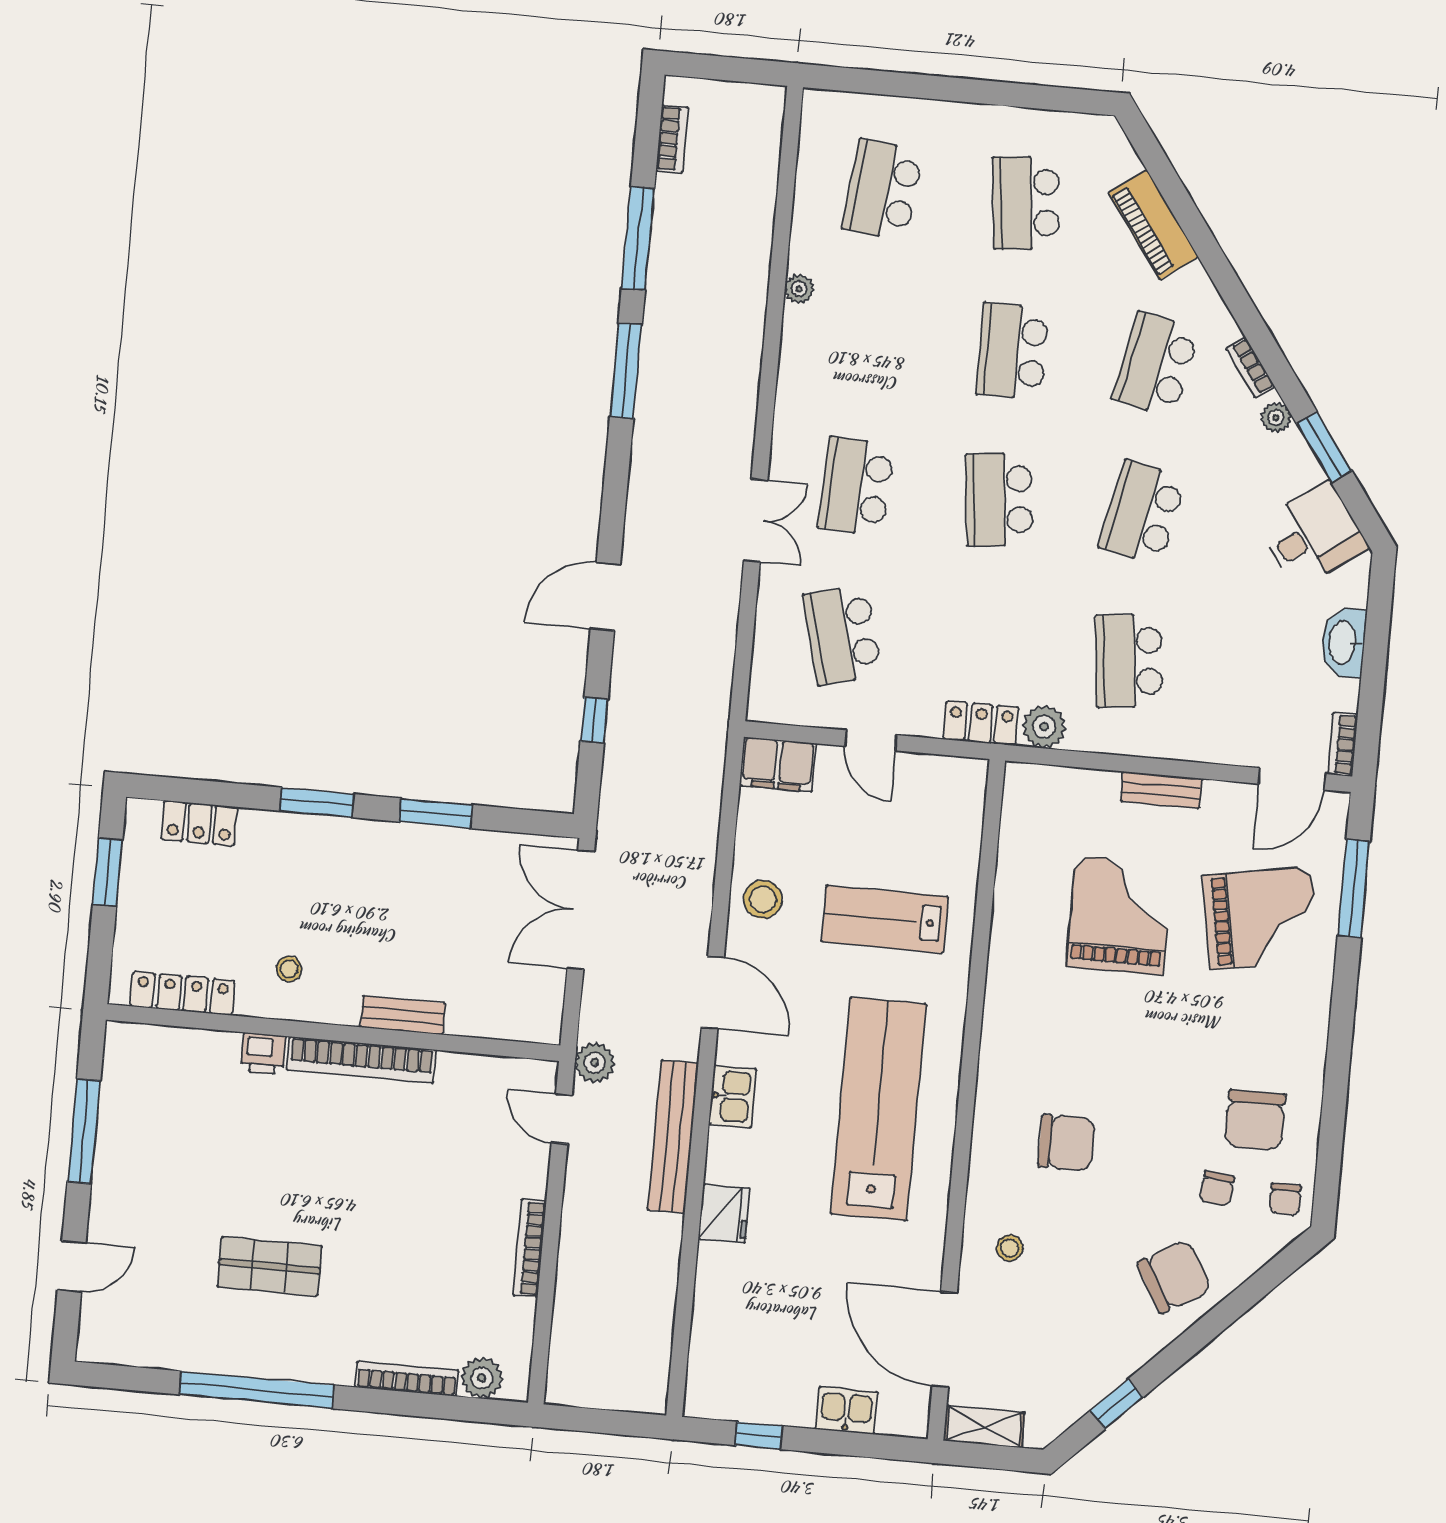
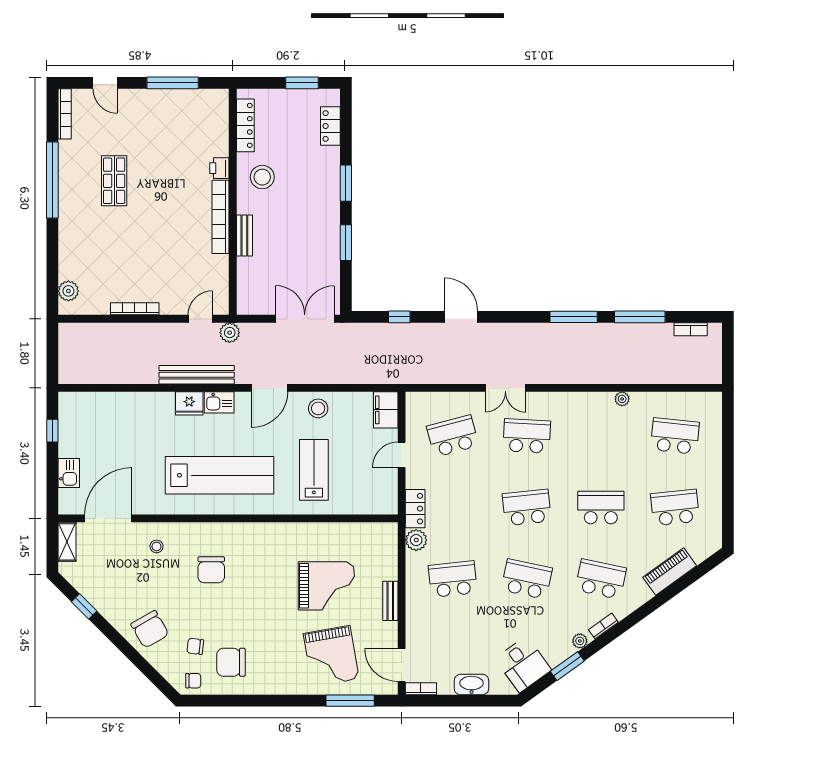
stool: (289, 969) -> (262, 177), width x1.89, depth x1.89
chair: (1285, 1199) -> (193, 681), turned 180
fridge: (724, 1213) -> (189, 403), moved
bookcase: (407, 1379) -> (65, 114), moved

